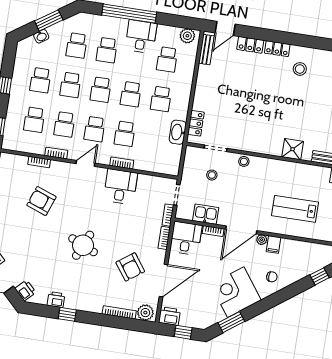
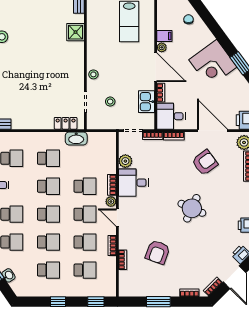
plant: (104, 159) -> (111, 202), added
plant: (145, 181) -> (125, 161), added
chair: (272, 277) -> (188, 19), moved

